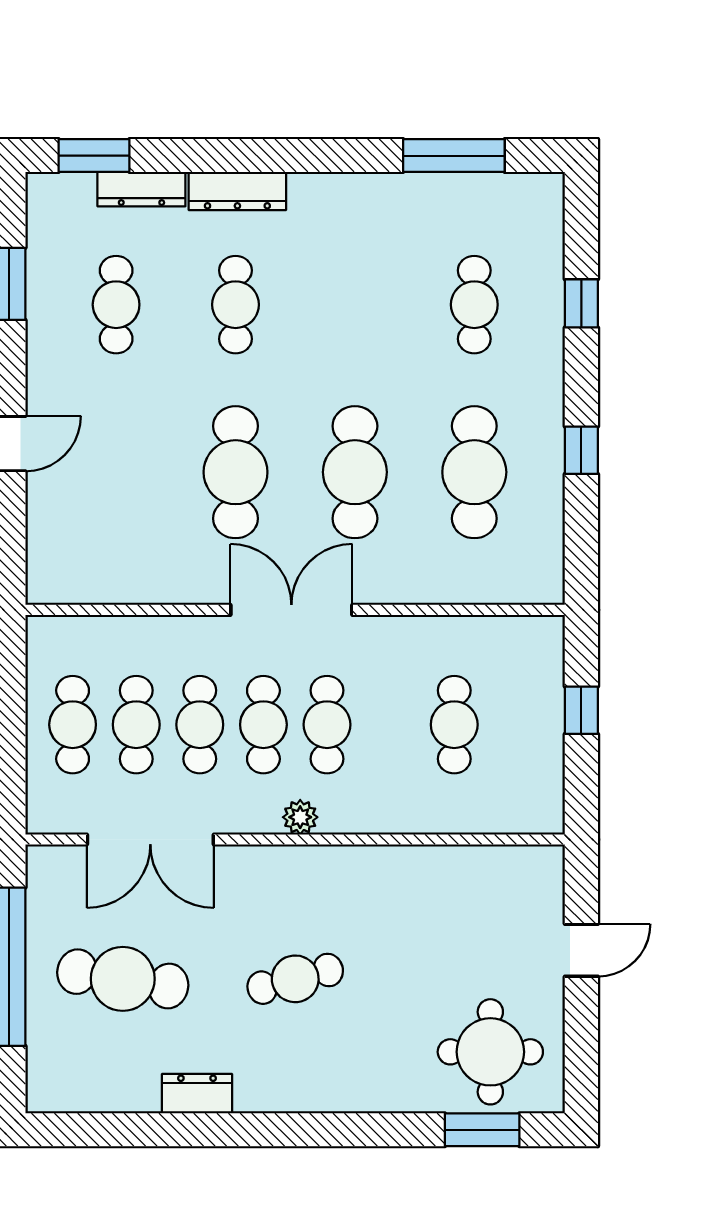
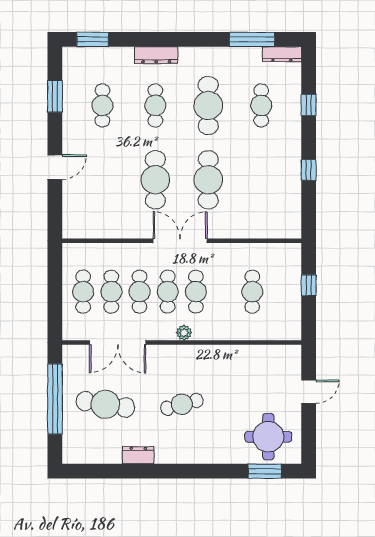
dresser: (141, 189) -> (282, 54), moved
cafe table: (474, 472) -> (208, 105), moved

